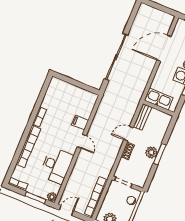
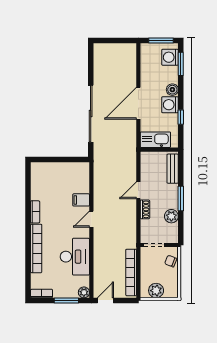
door: (164, 48) -> (138, 103), moved
bench: (143, 117) -> (173, 169), moved
door: (82, 141) -> (91, 219), swing flipped
plant: (152, 153) -> (171, 216), moved

